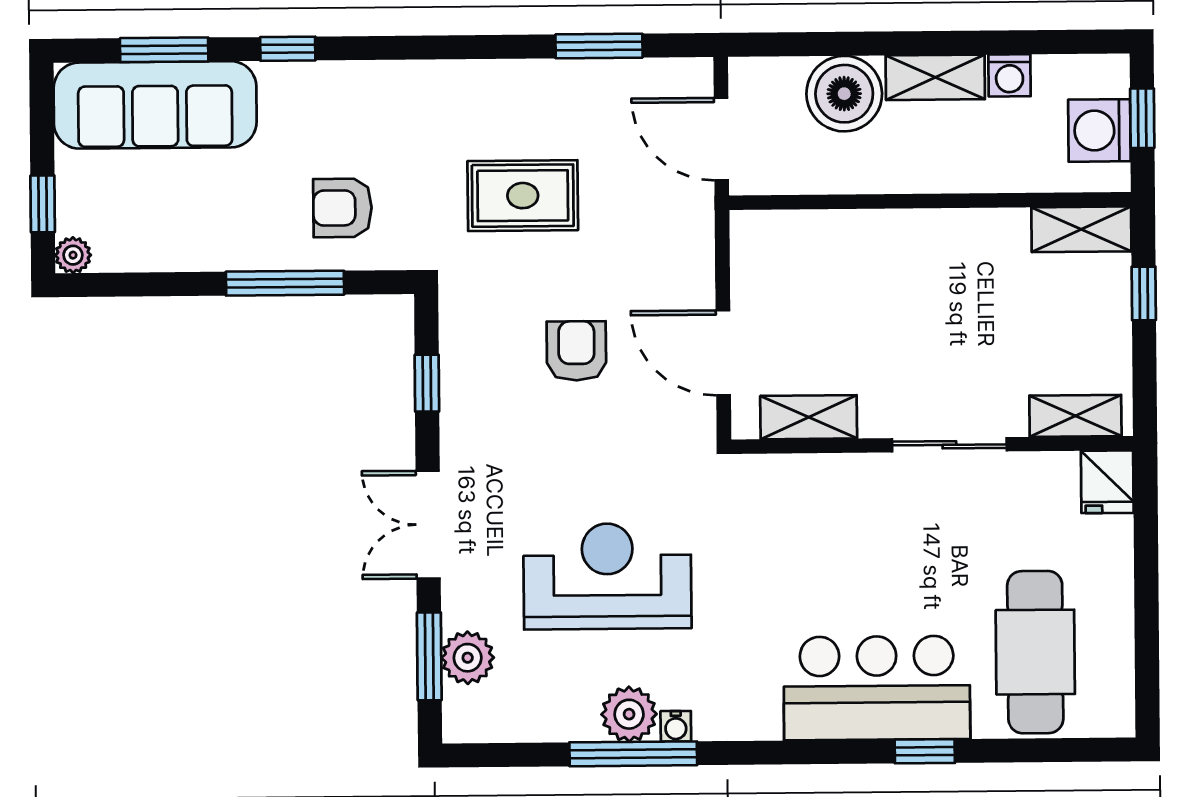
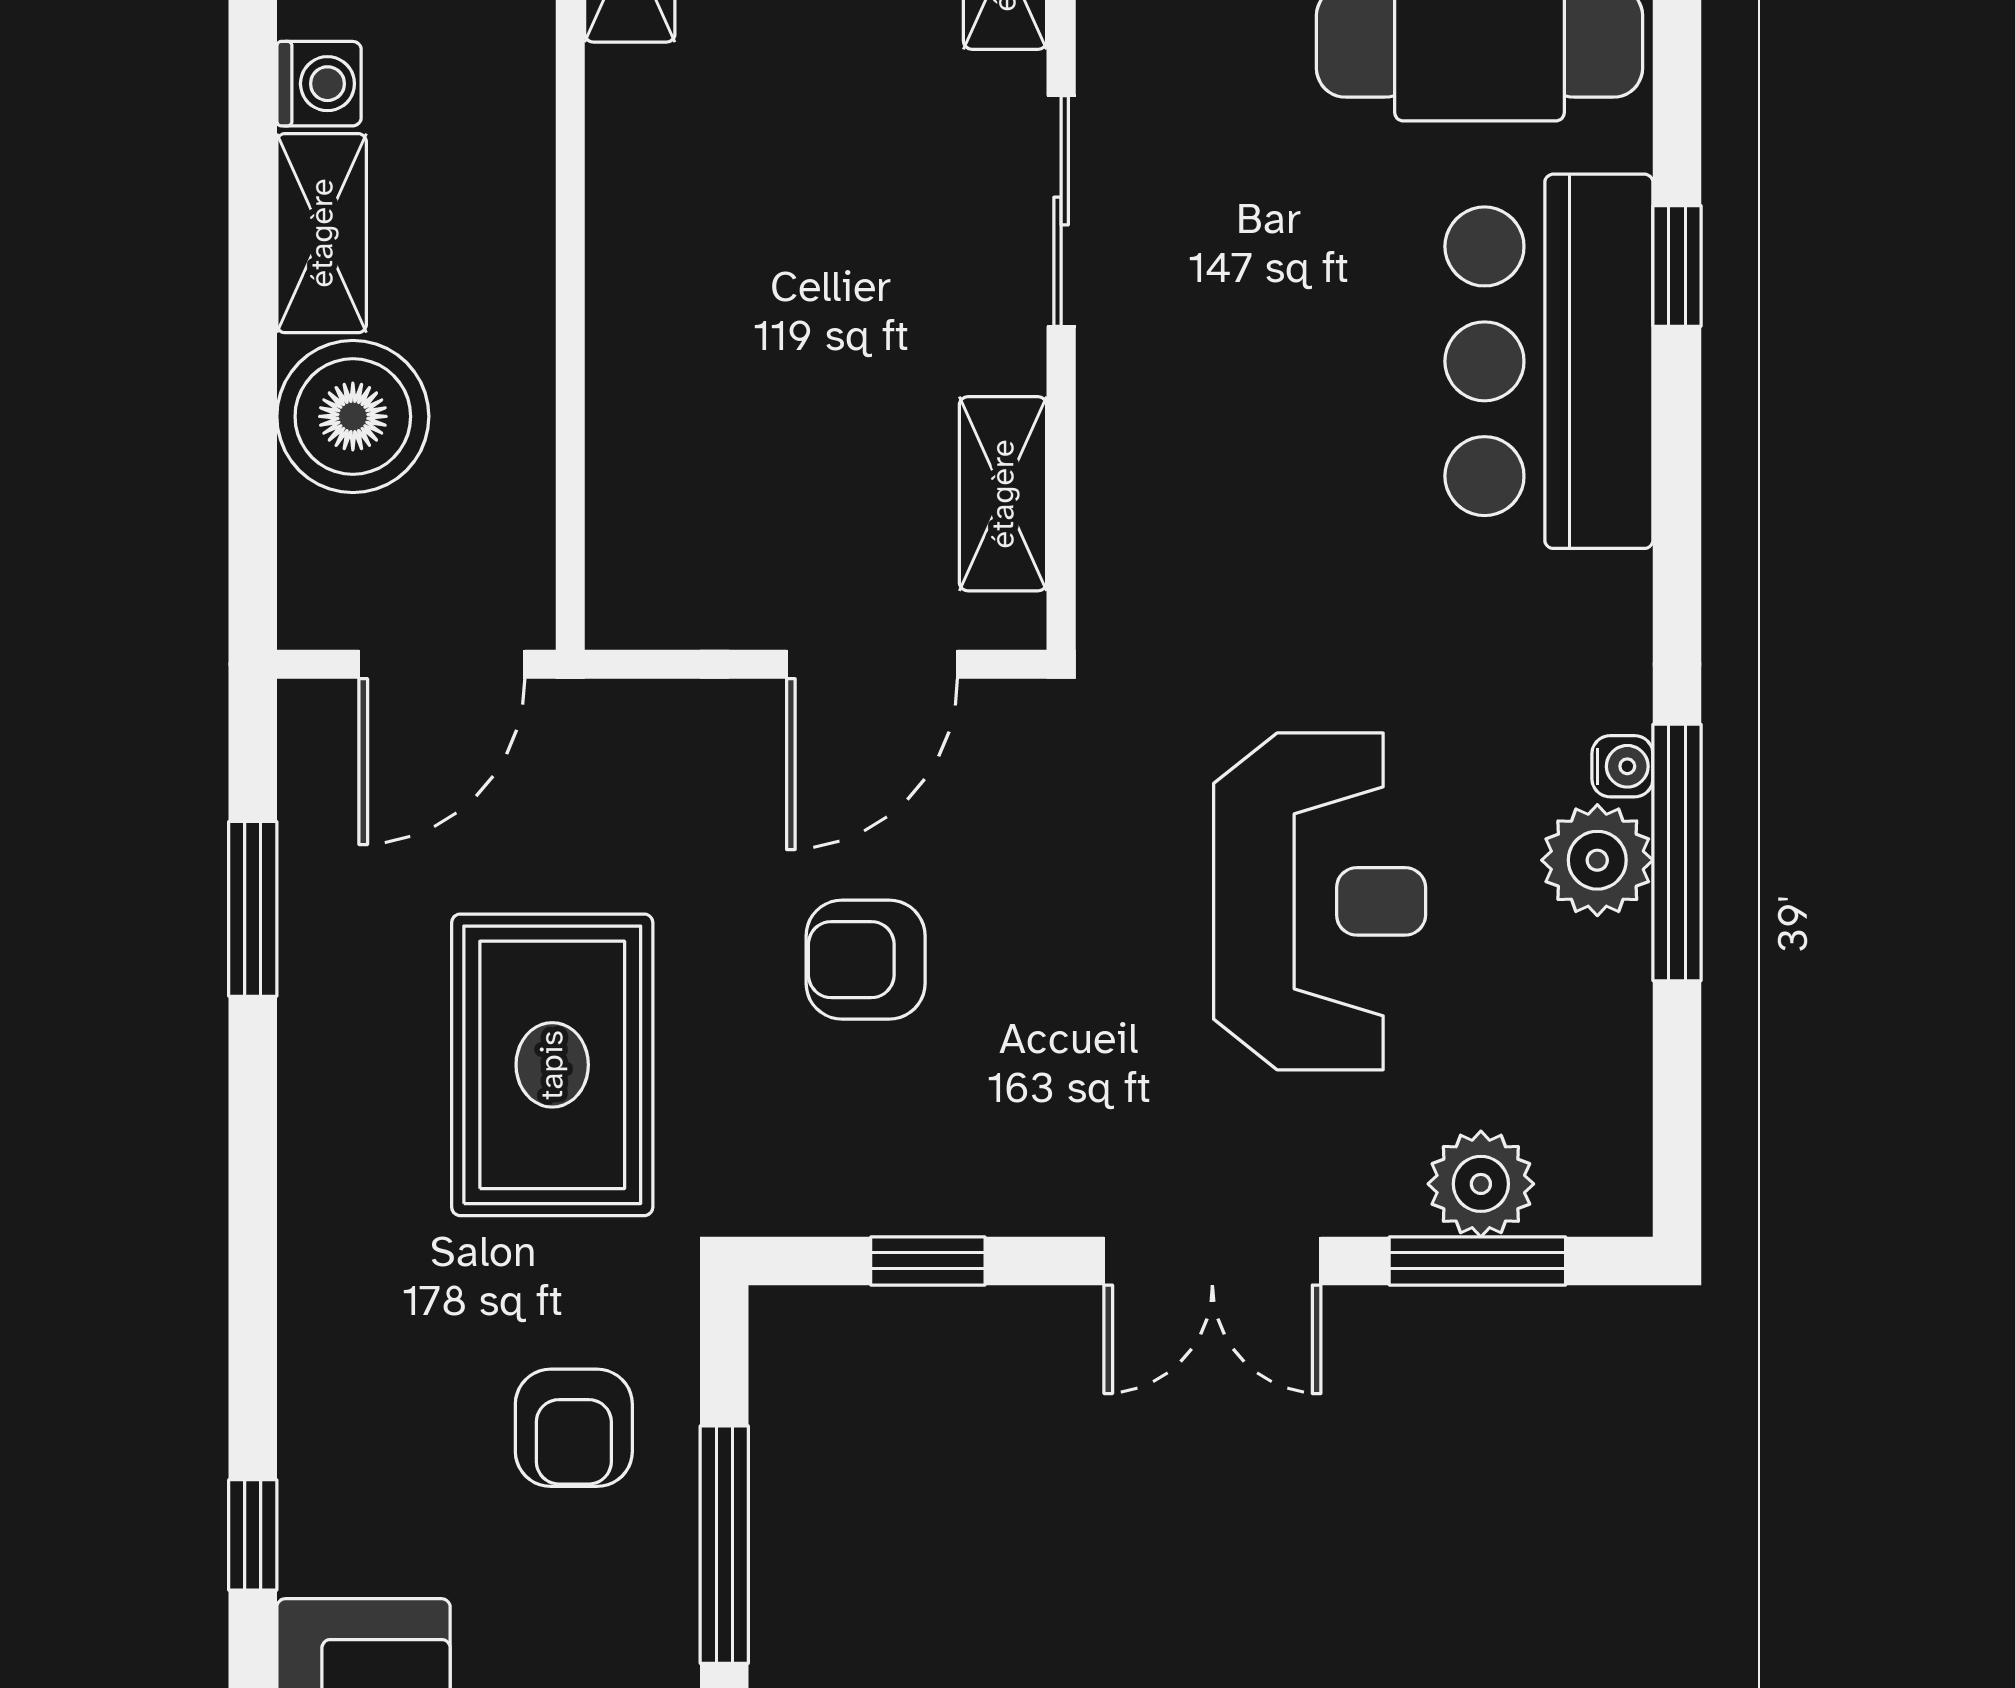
rug: (523, 196) -> (552, 1065), width x1.36, depth x1.43
reception desk: (607, 576) -> (1320, 901), turned 180

